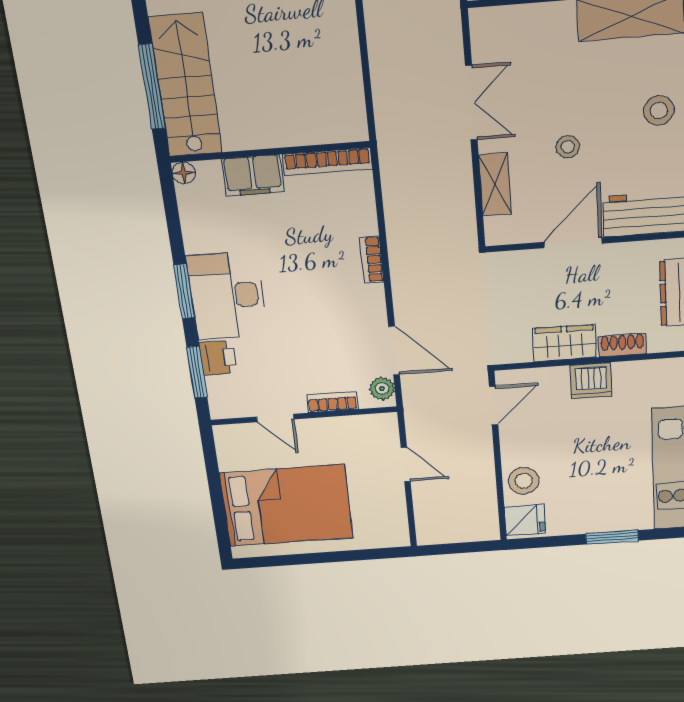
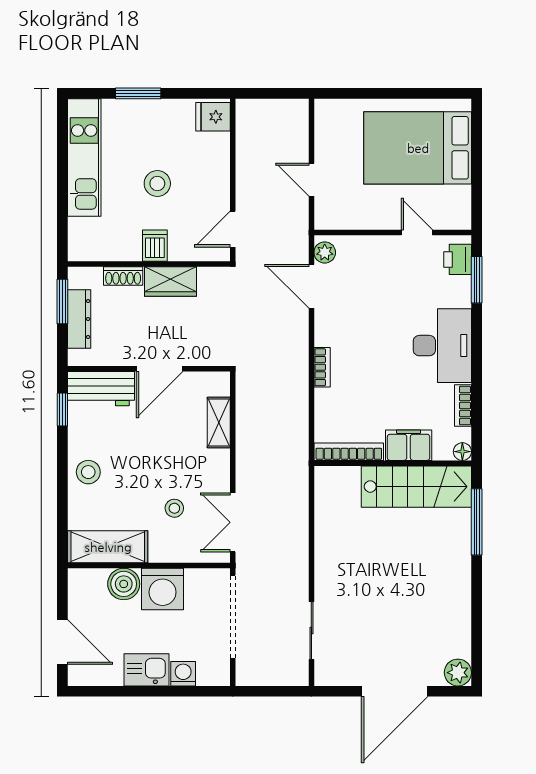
stairs: (186, 86) -> (416, 487), moved, turned -90
double door: (471, 103) -> (233, 522), moved
stool: (568, 147) -> (174, 508), moved
window: (184, 291) -> (477, 352), removed
printer: (218, 358) -> (458, 259), moved
dishwasher: (591, 381) -> (155, 246), width x0.73
bookcase: (332, 402) -> (463, 406), moved, turned 90
stool: (524, 481) -> (157, 184), moved

